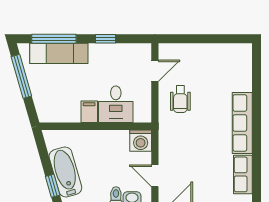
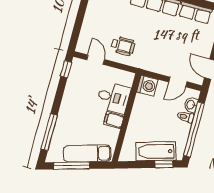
window: (105, 39) -> (66, 69), moved
exam couch: (59, 53) -> (87, 153), moved, turned -106

